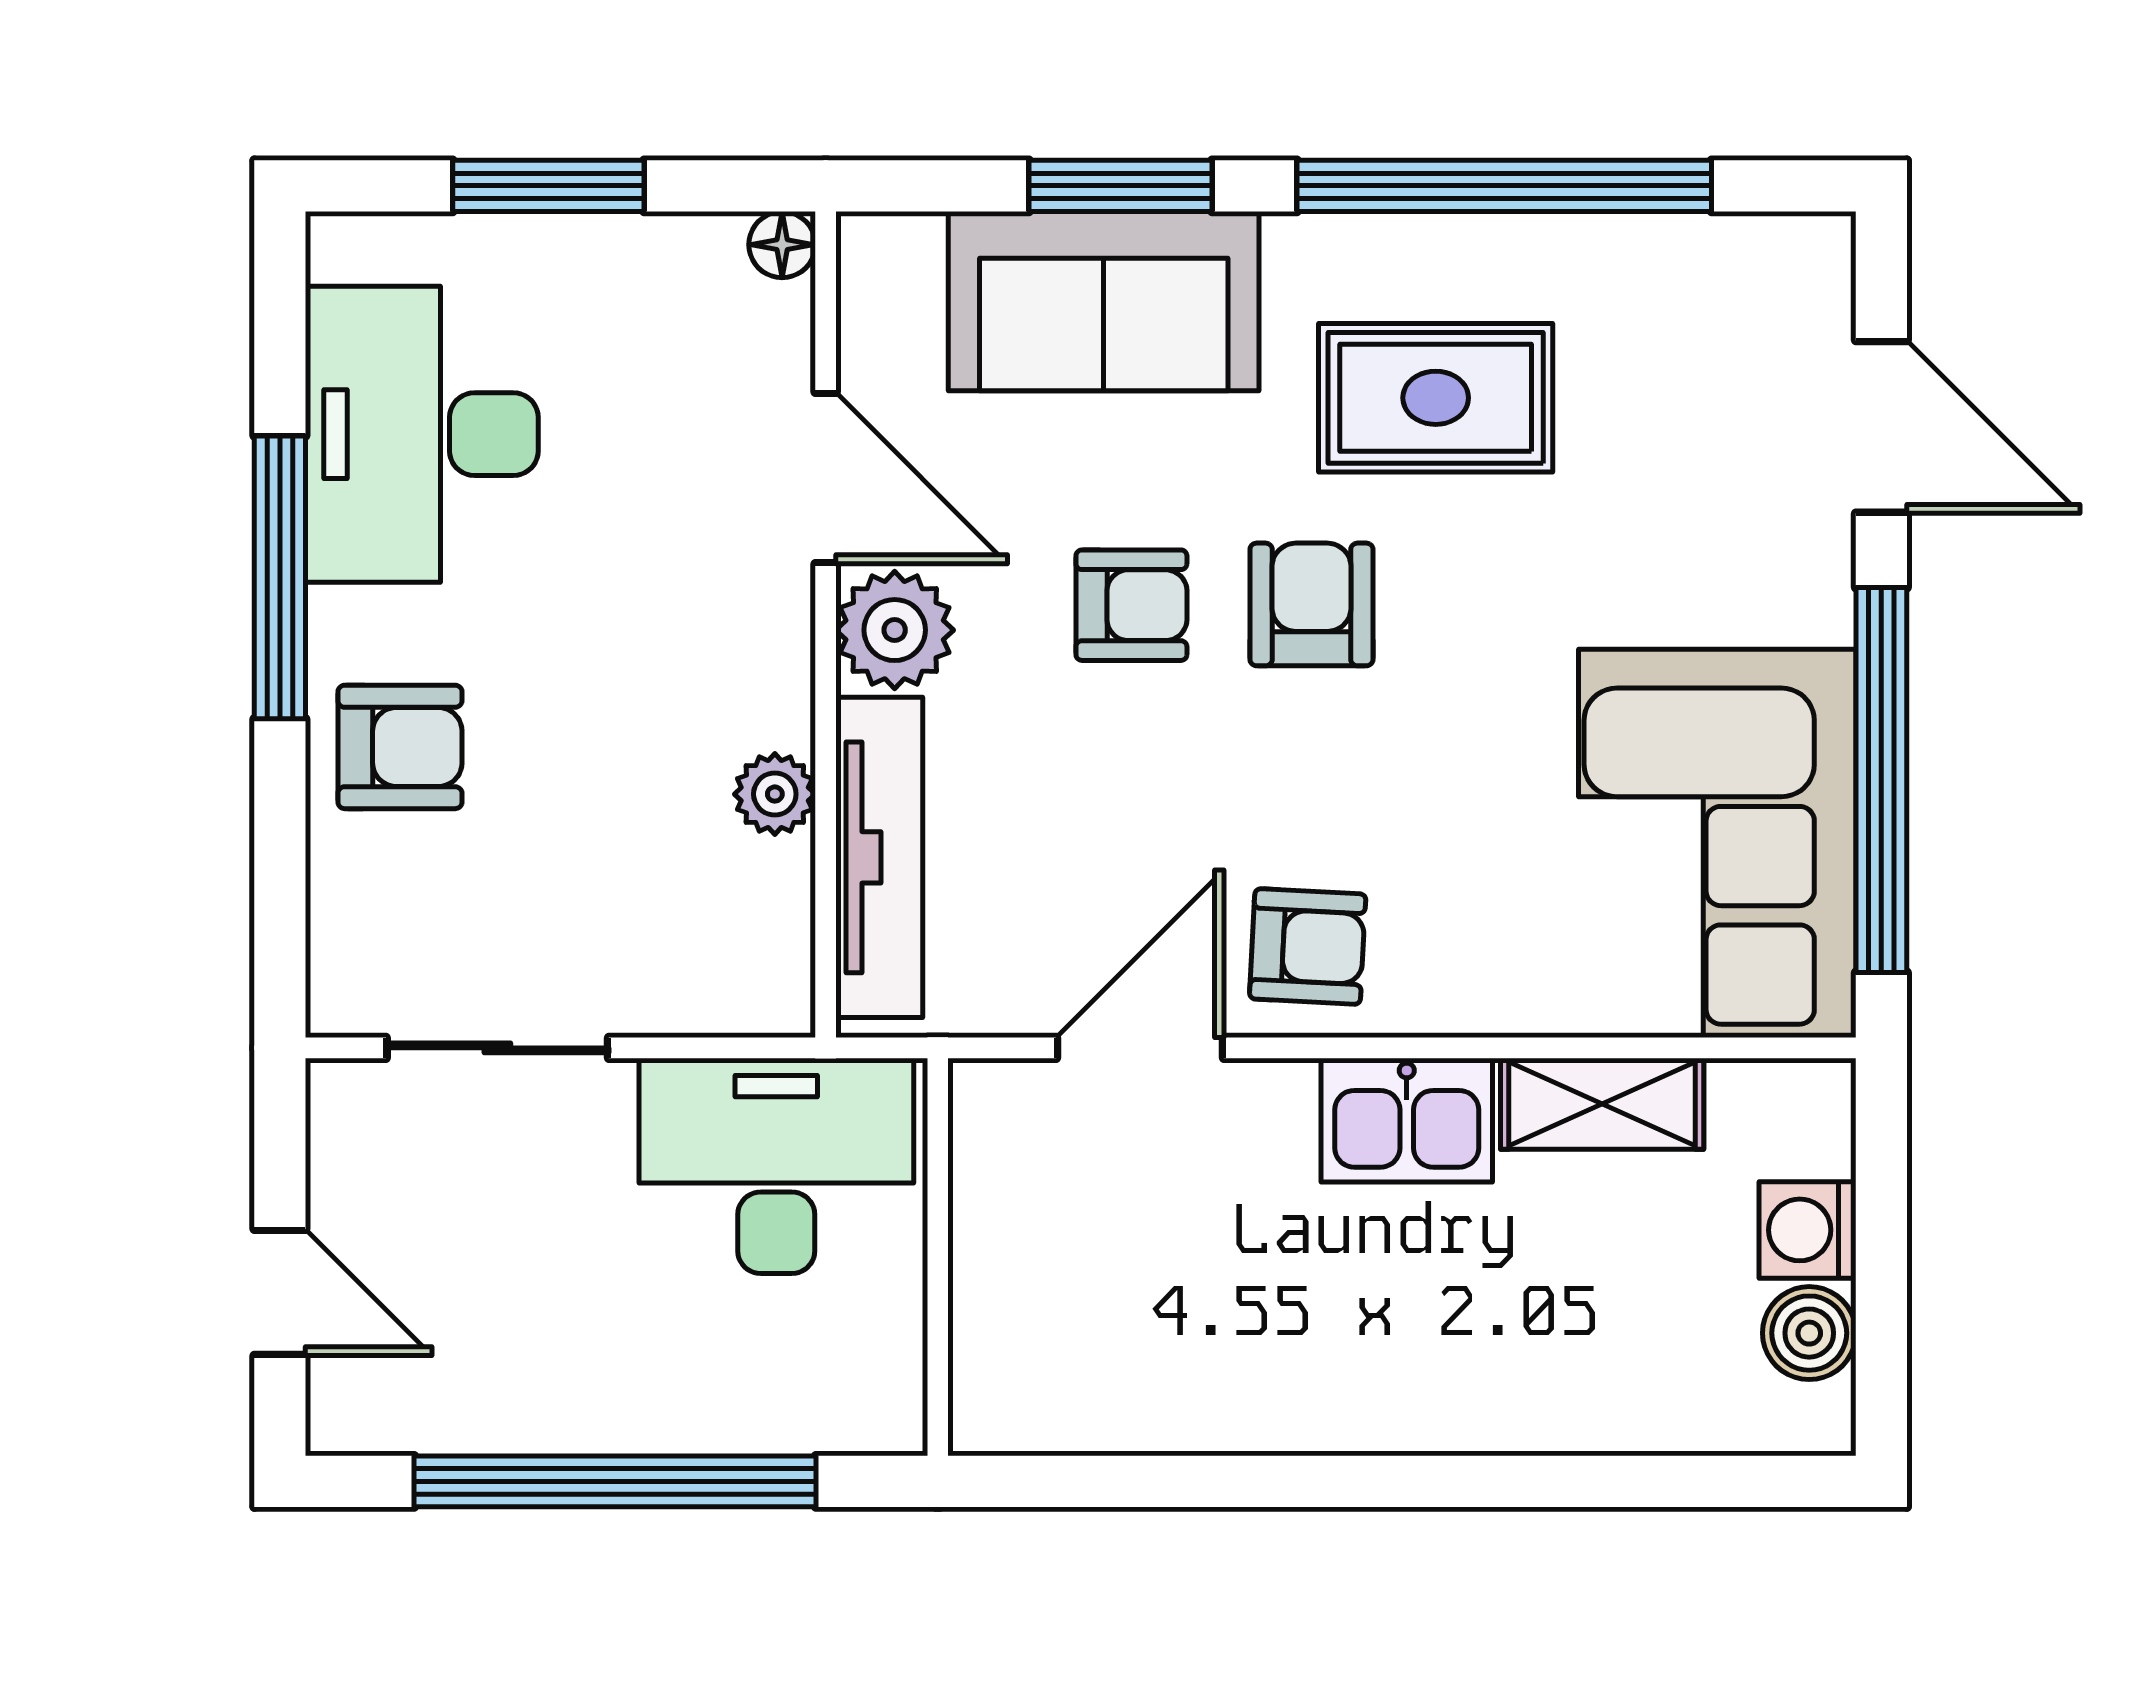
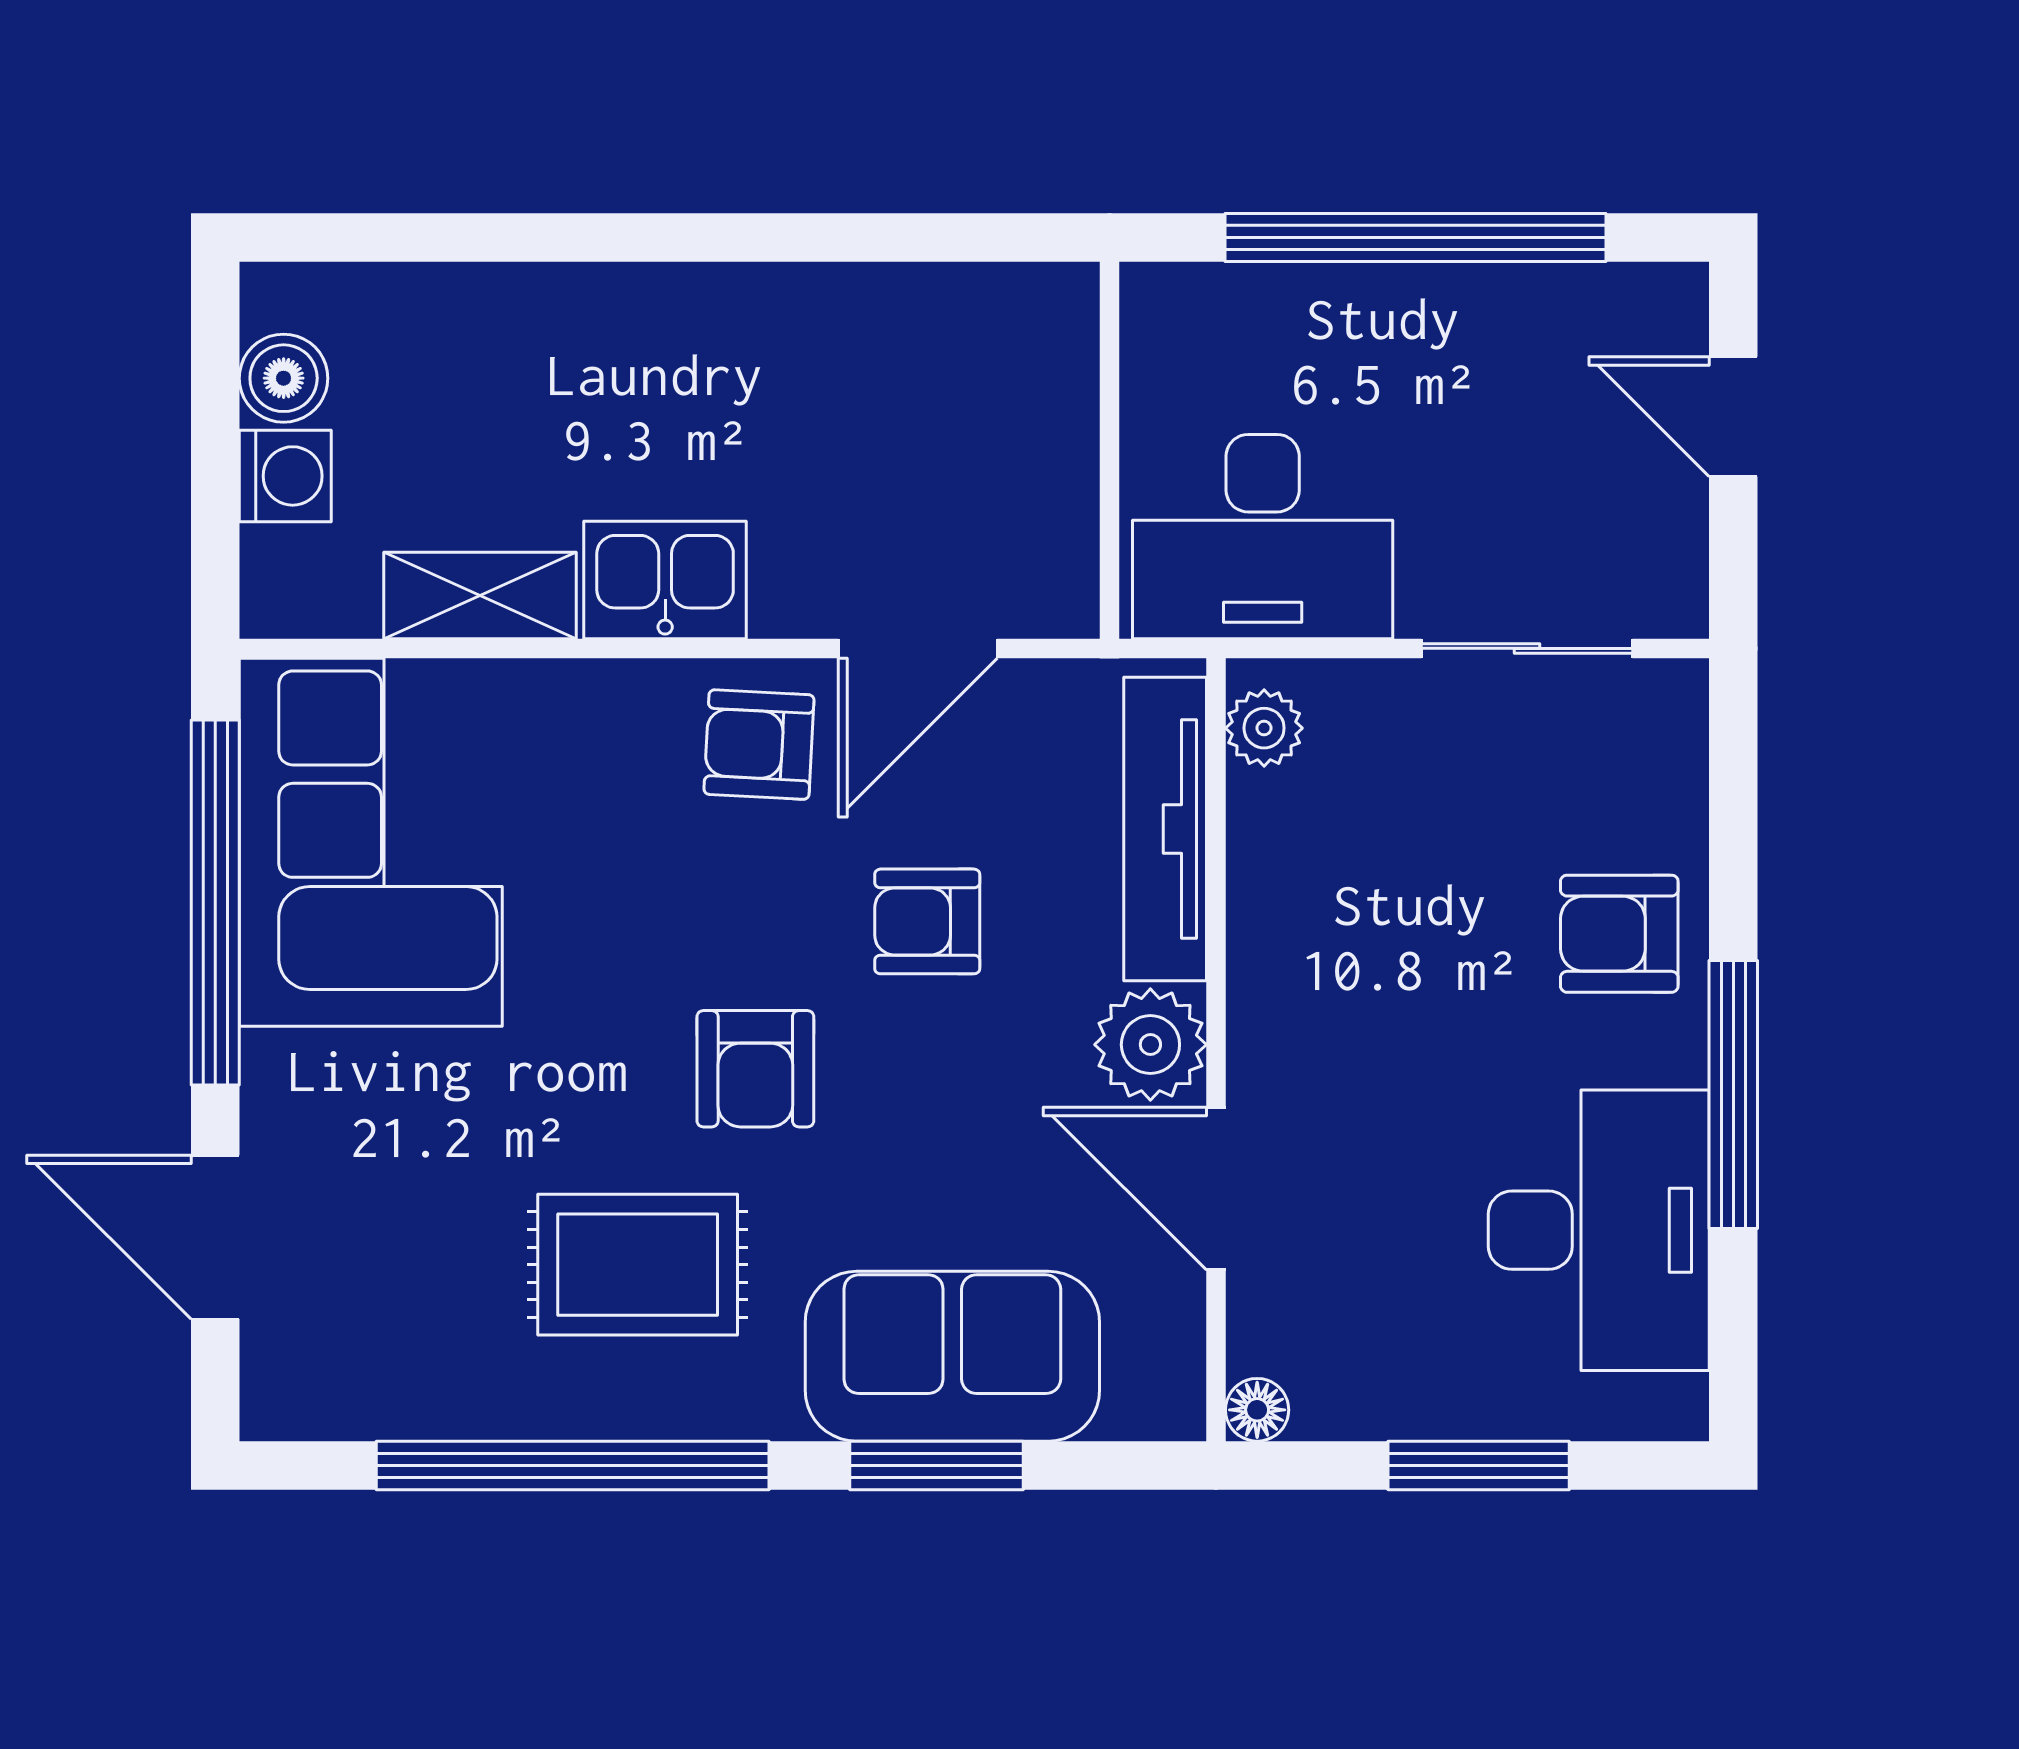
armchair: (1131, 605) -> (927, 921), moved
plant: (775, 794) -> (1264, 728), moved

